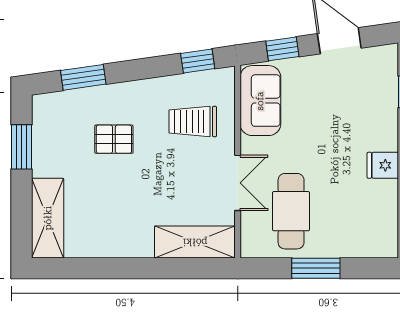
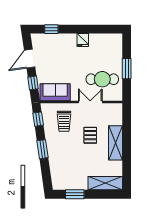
window: (83, 77) -> (42, 149), moved
pallet: (114, 139) -> (90, 135), moved
shelving: (195, 242) -> (115, 143), moved

